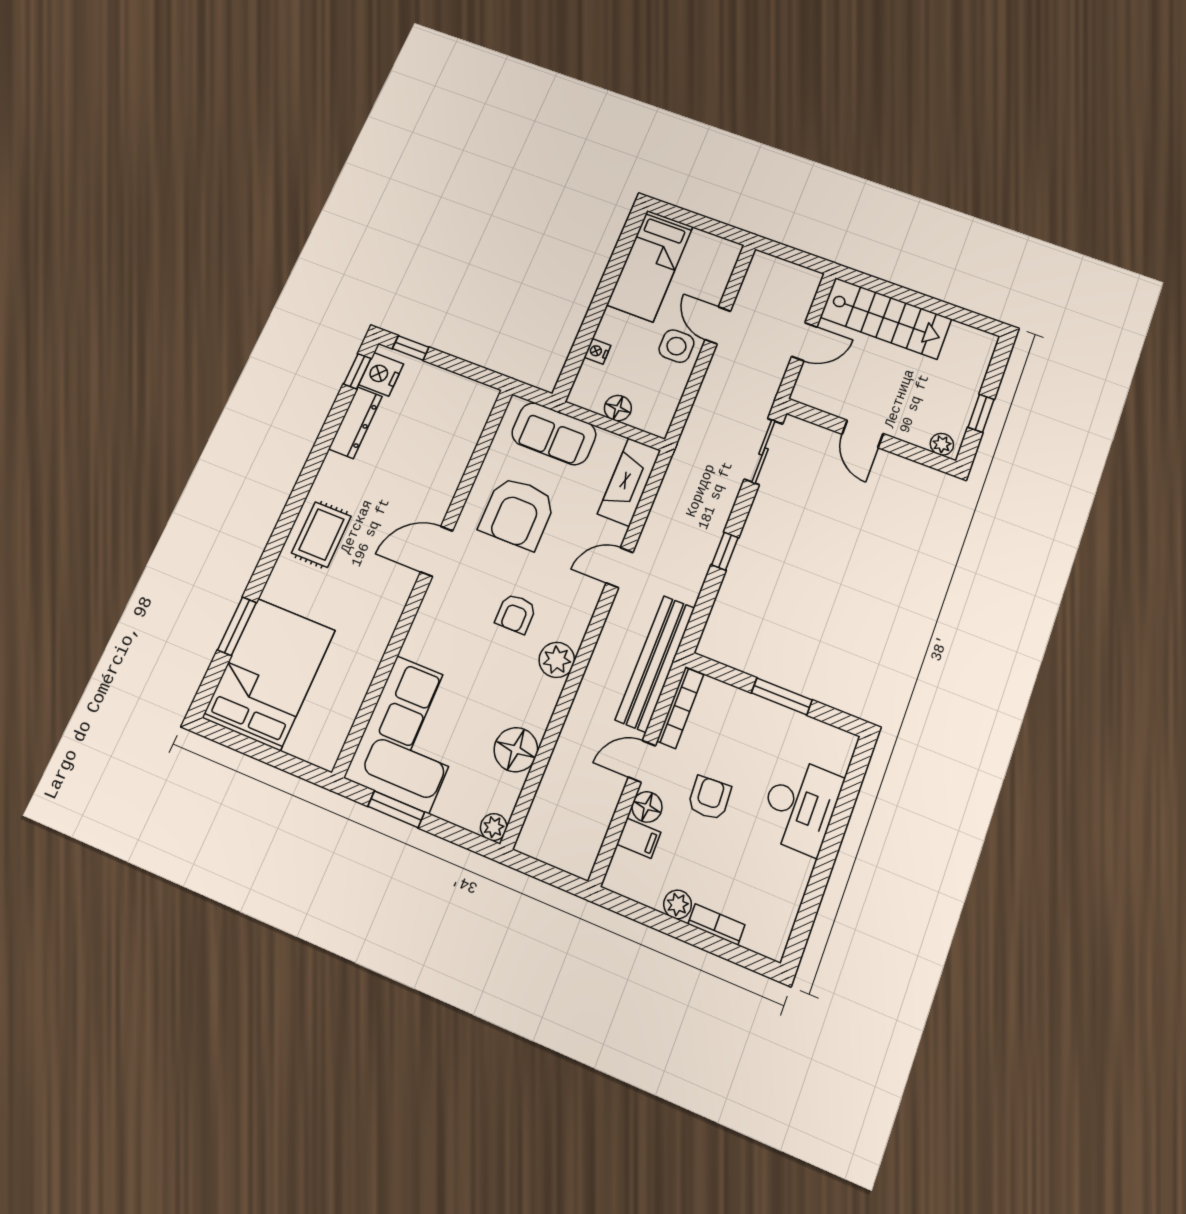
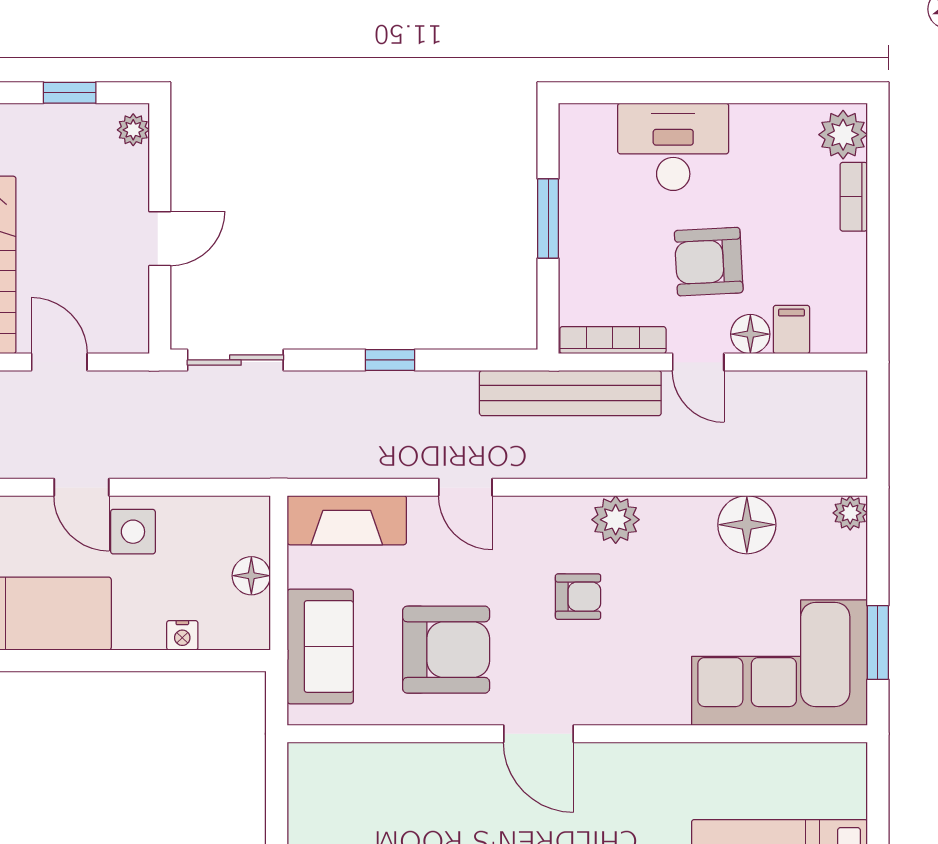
door: (718, 325) -> (81, 487), hinge flipped
armchair: (709, 798) -> (709, 262), width x1.38, depth x1.38
plant: (678, 904) -> (843, 135), moved, width x1.38, depth x1.38

